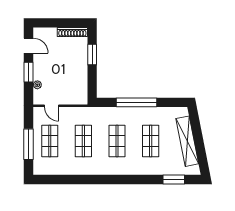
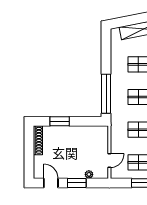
door: (29, 46) -> (51, 183), hinge flipped
window: (137, 102) -> (106, 94), moved

